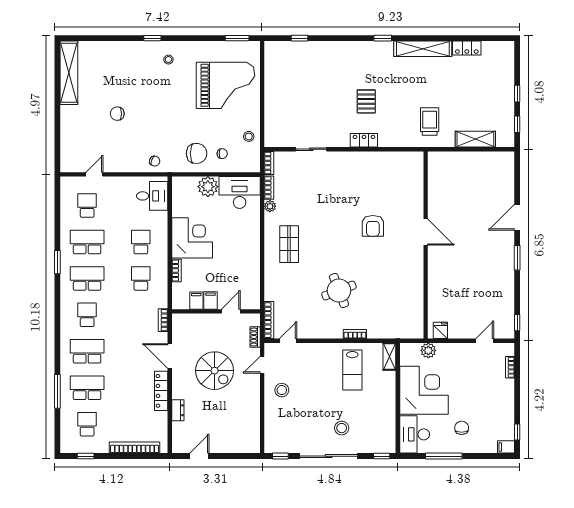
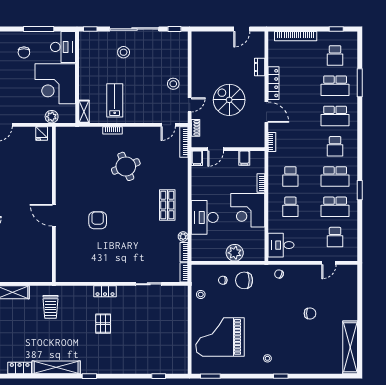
desk: (240, 193) -> (205, 217), moved, turned 90
filing cabinet: (211, 300) -> (197, 158), moved

